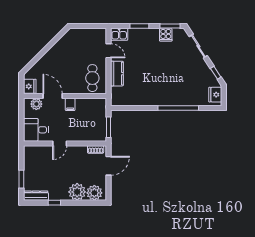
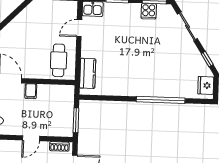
door: (109, 51) -> (79, 28), swing flipped
kitchen counter: (117, 74) -> (88, 73), moved
door: (60, 143) -> (31, 138), moved

